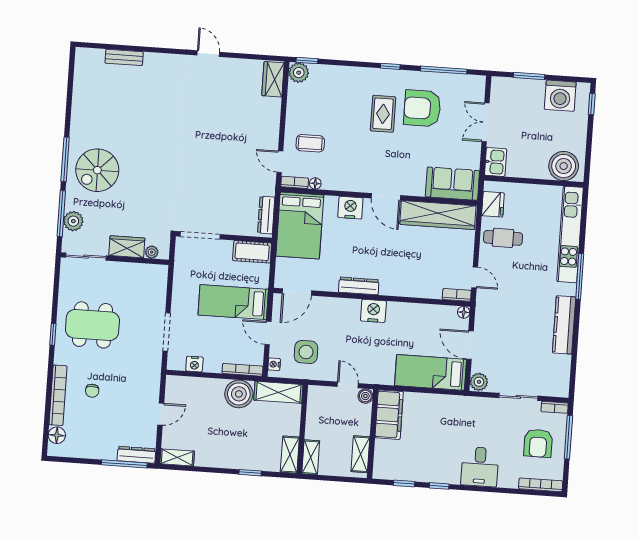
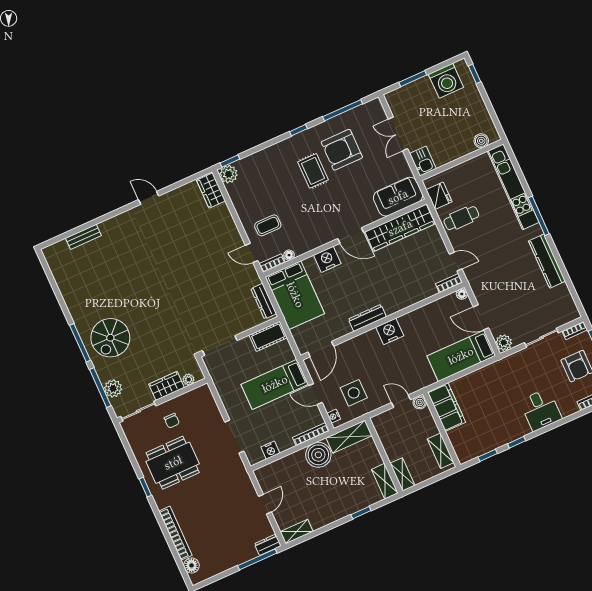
boiler: (564, 166) -> (481, 141), width x0.54, depth x0.54
chair: (92, 391) -> (172, 421), moved
dresser: (136, 455) -> (268, 545), width x0.70

